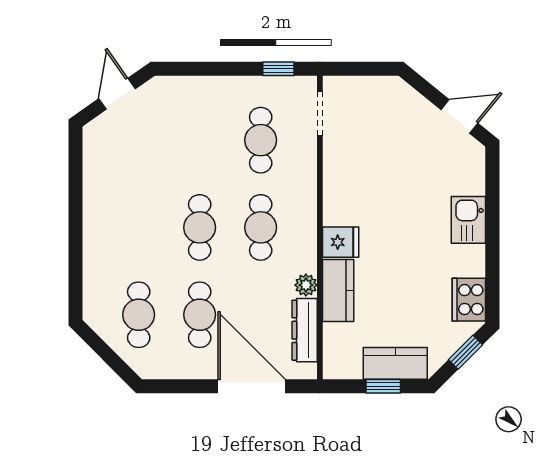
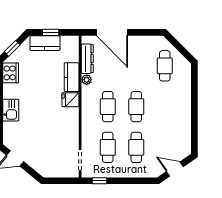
door: (117, 94) -> (175, 169), swing flipped
cafe table: (200, 315) -> (136, 147), moved

